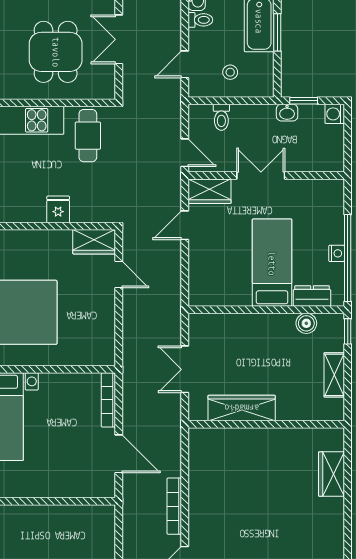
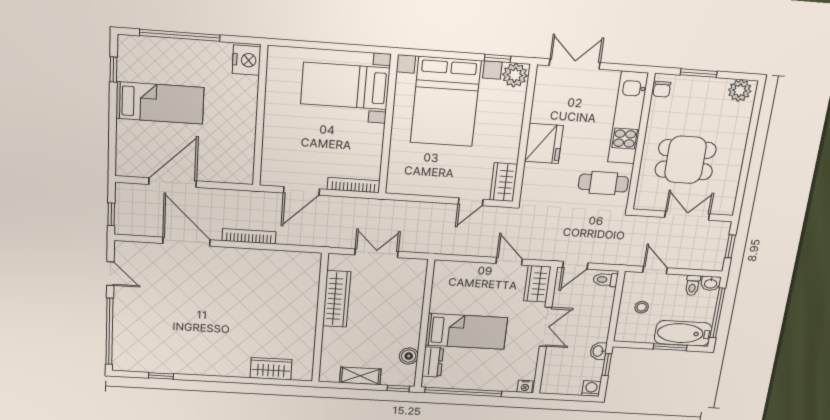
toilet: (221, 117) -> (605, 280), moved
fridge: (58, 209) -> (544, 143), width x1.88, depth x1.34
nightstand: (337, 253) -> (525, 386), moved

